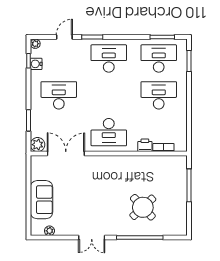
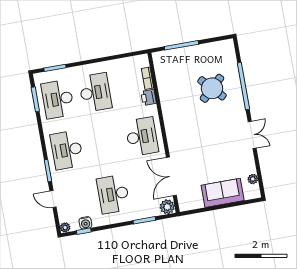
desk: (159, 95) -> (95, 92), turned 180

